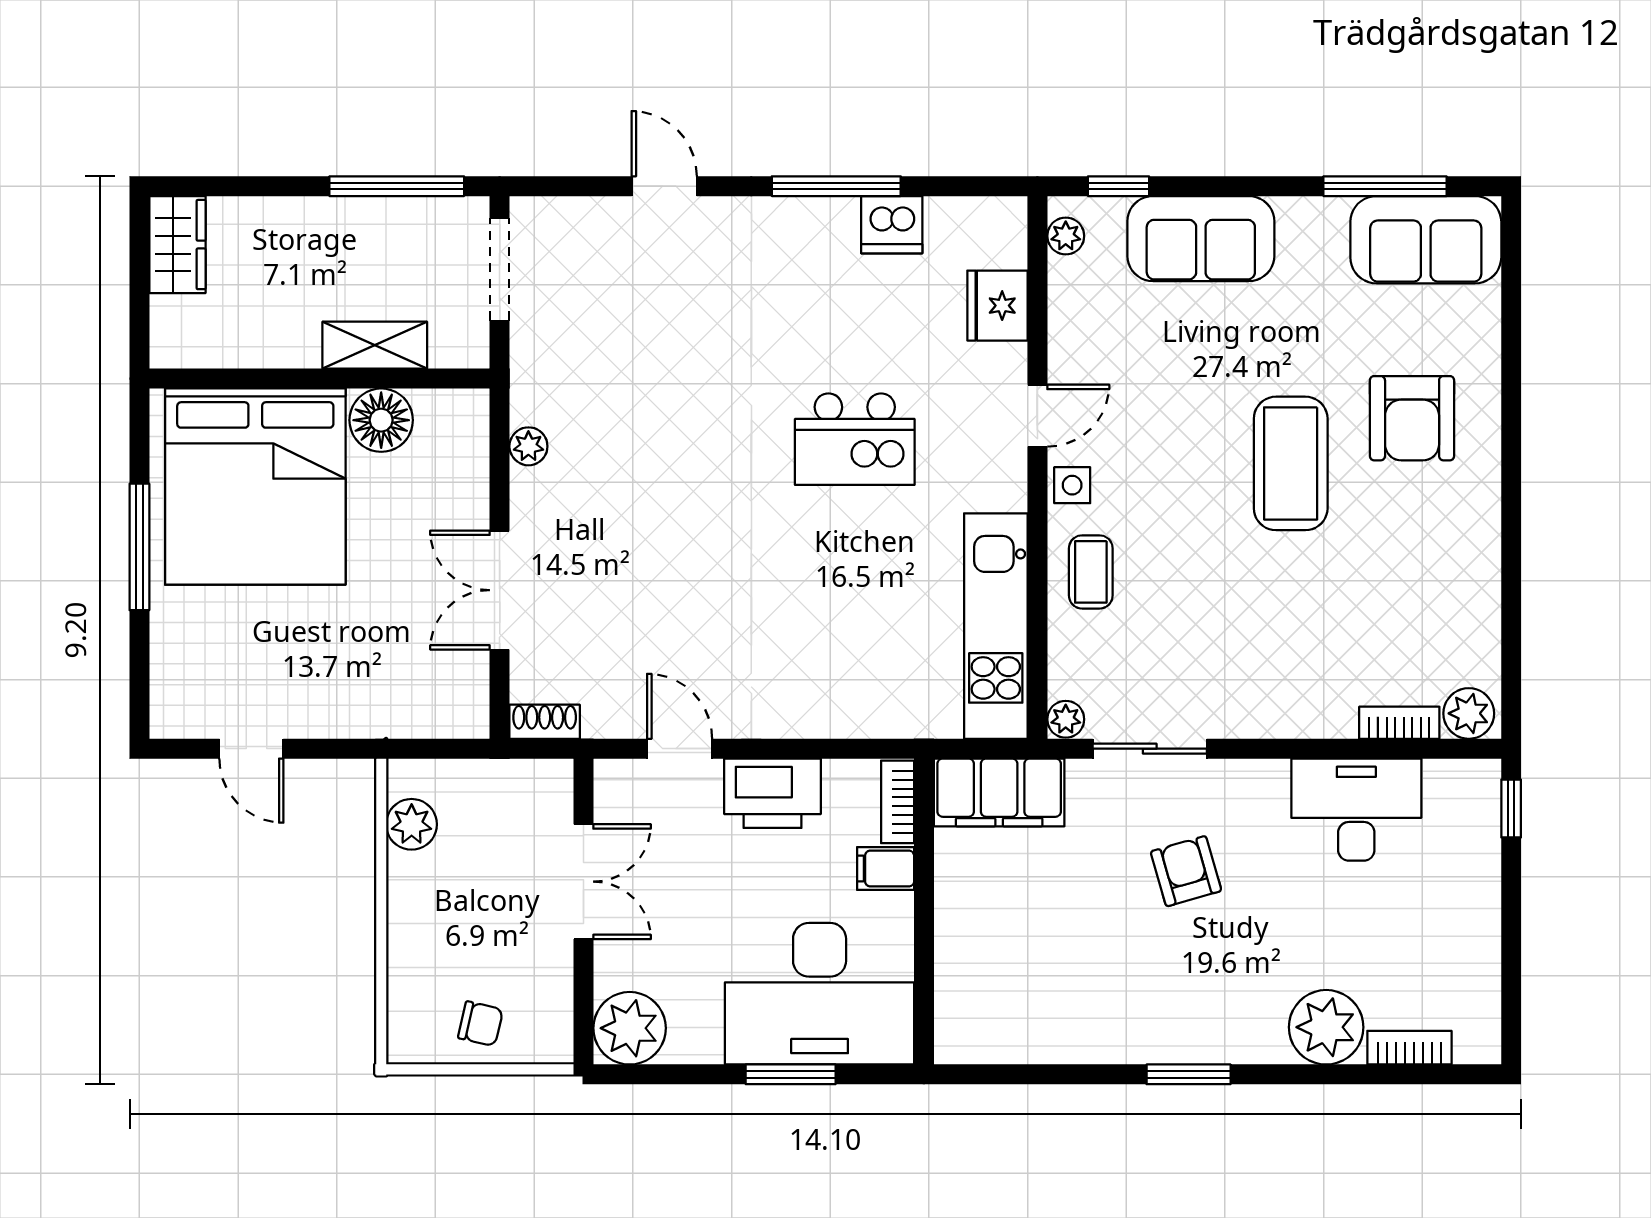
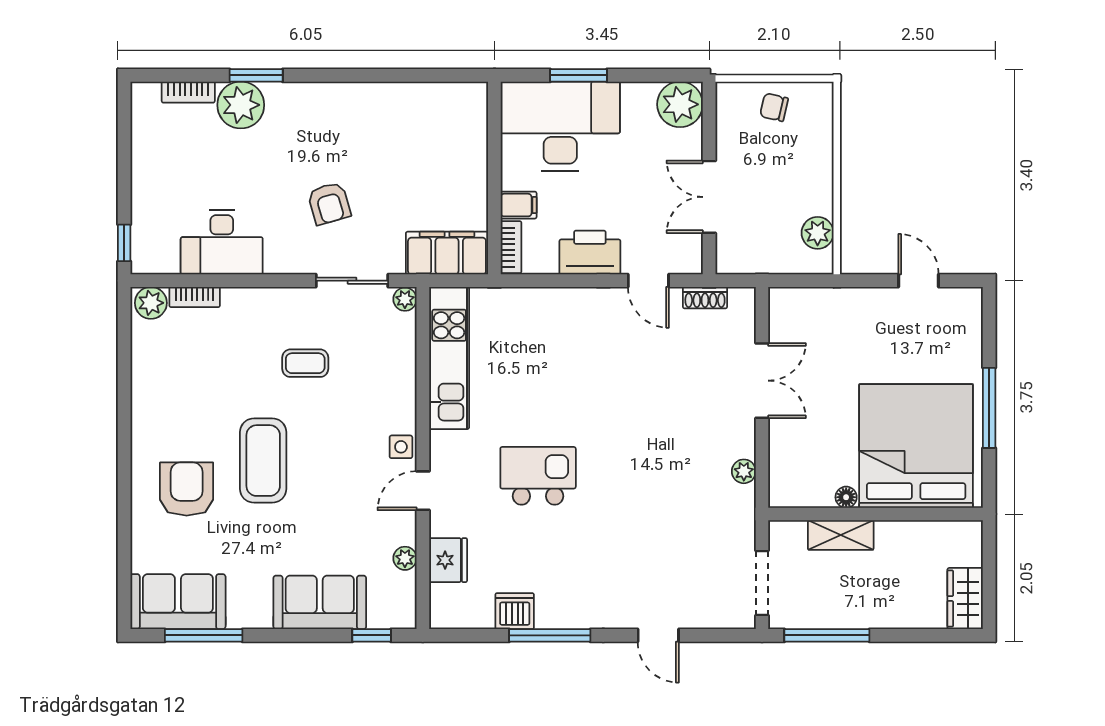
plant: (1066, 236) -> (405, 558), moved
floor lamp: (381, 420) -> (846, 497), width x0.53, depth x0.53
coffee table: (1091, 572) -> (305, 363), moved, turned 90
shoe rack: (545, 722) -> (705, 298), moved
window: (1189, 1074) -> (256, 75), moved

